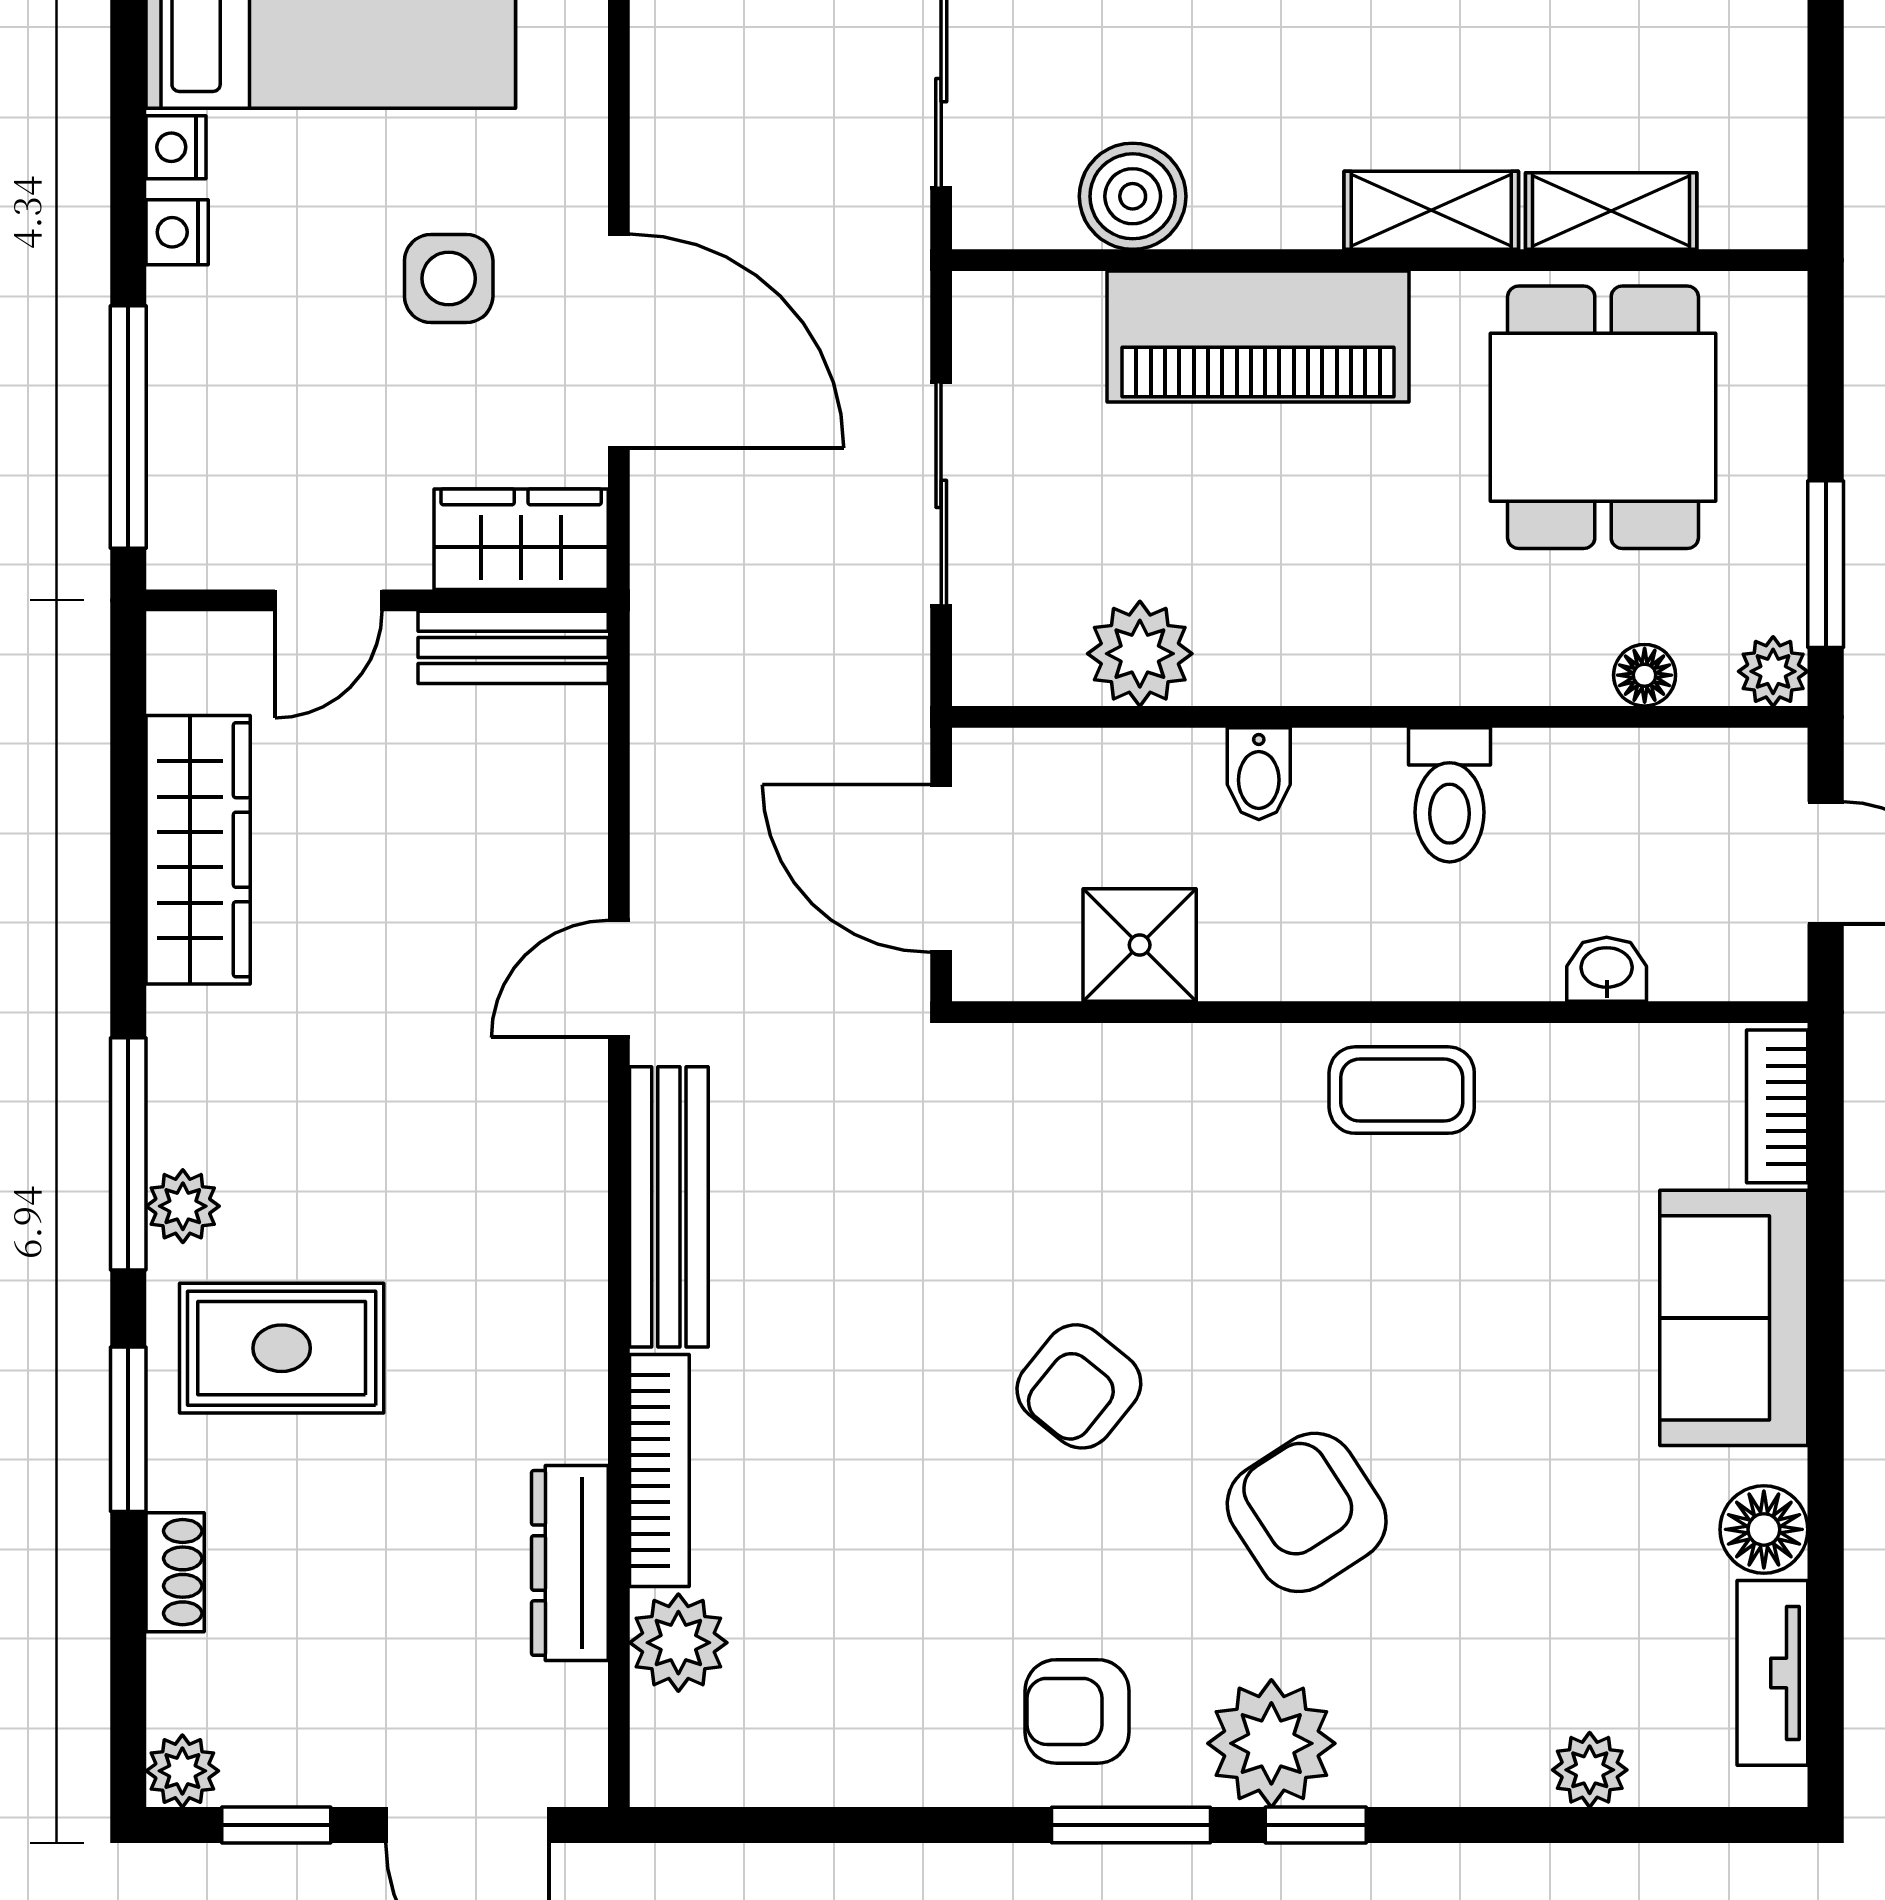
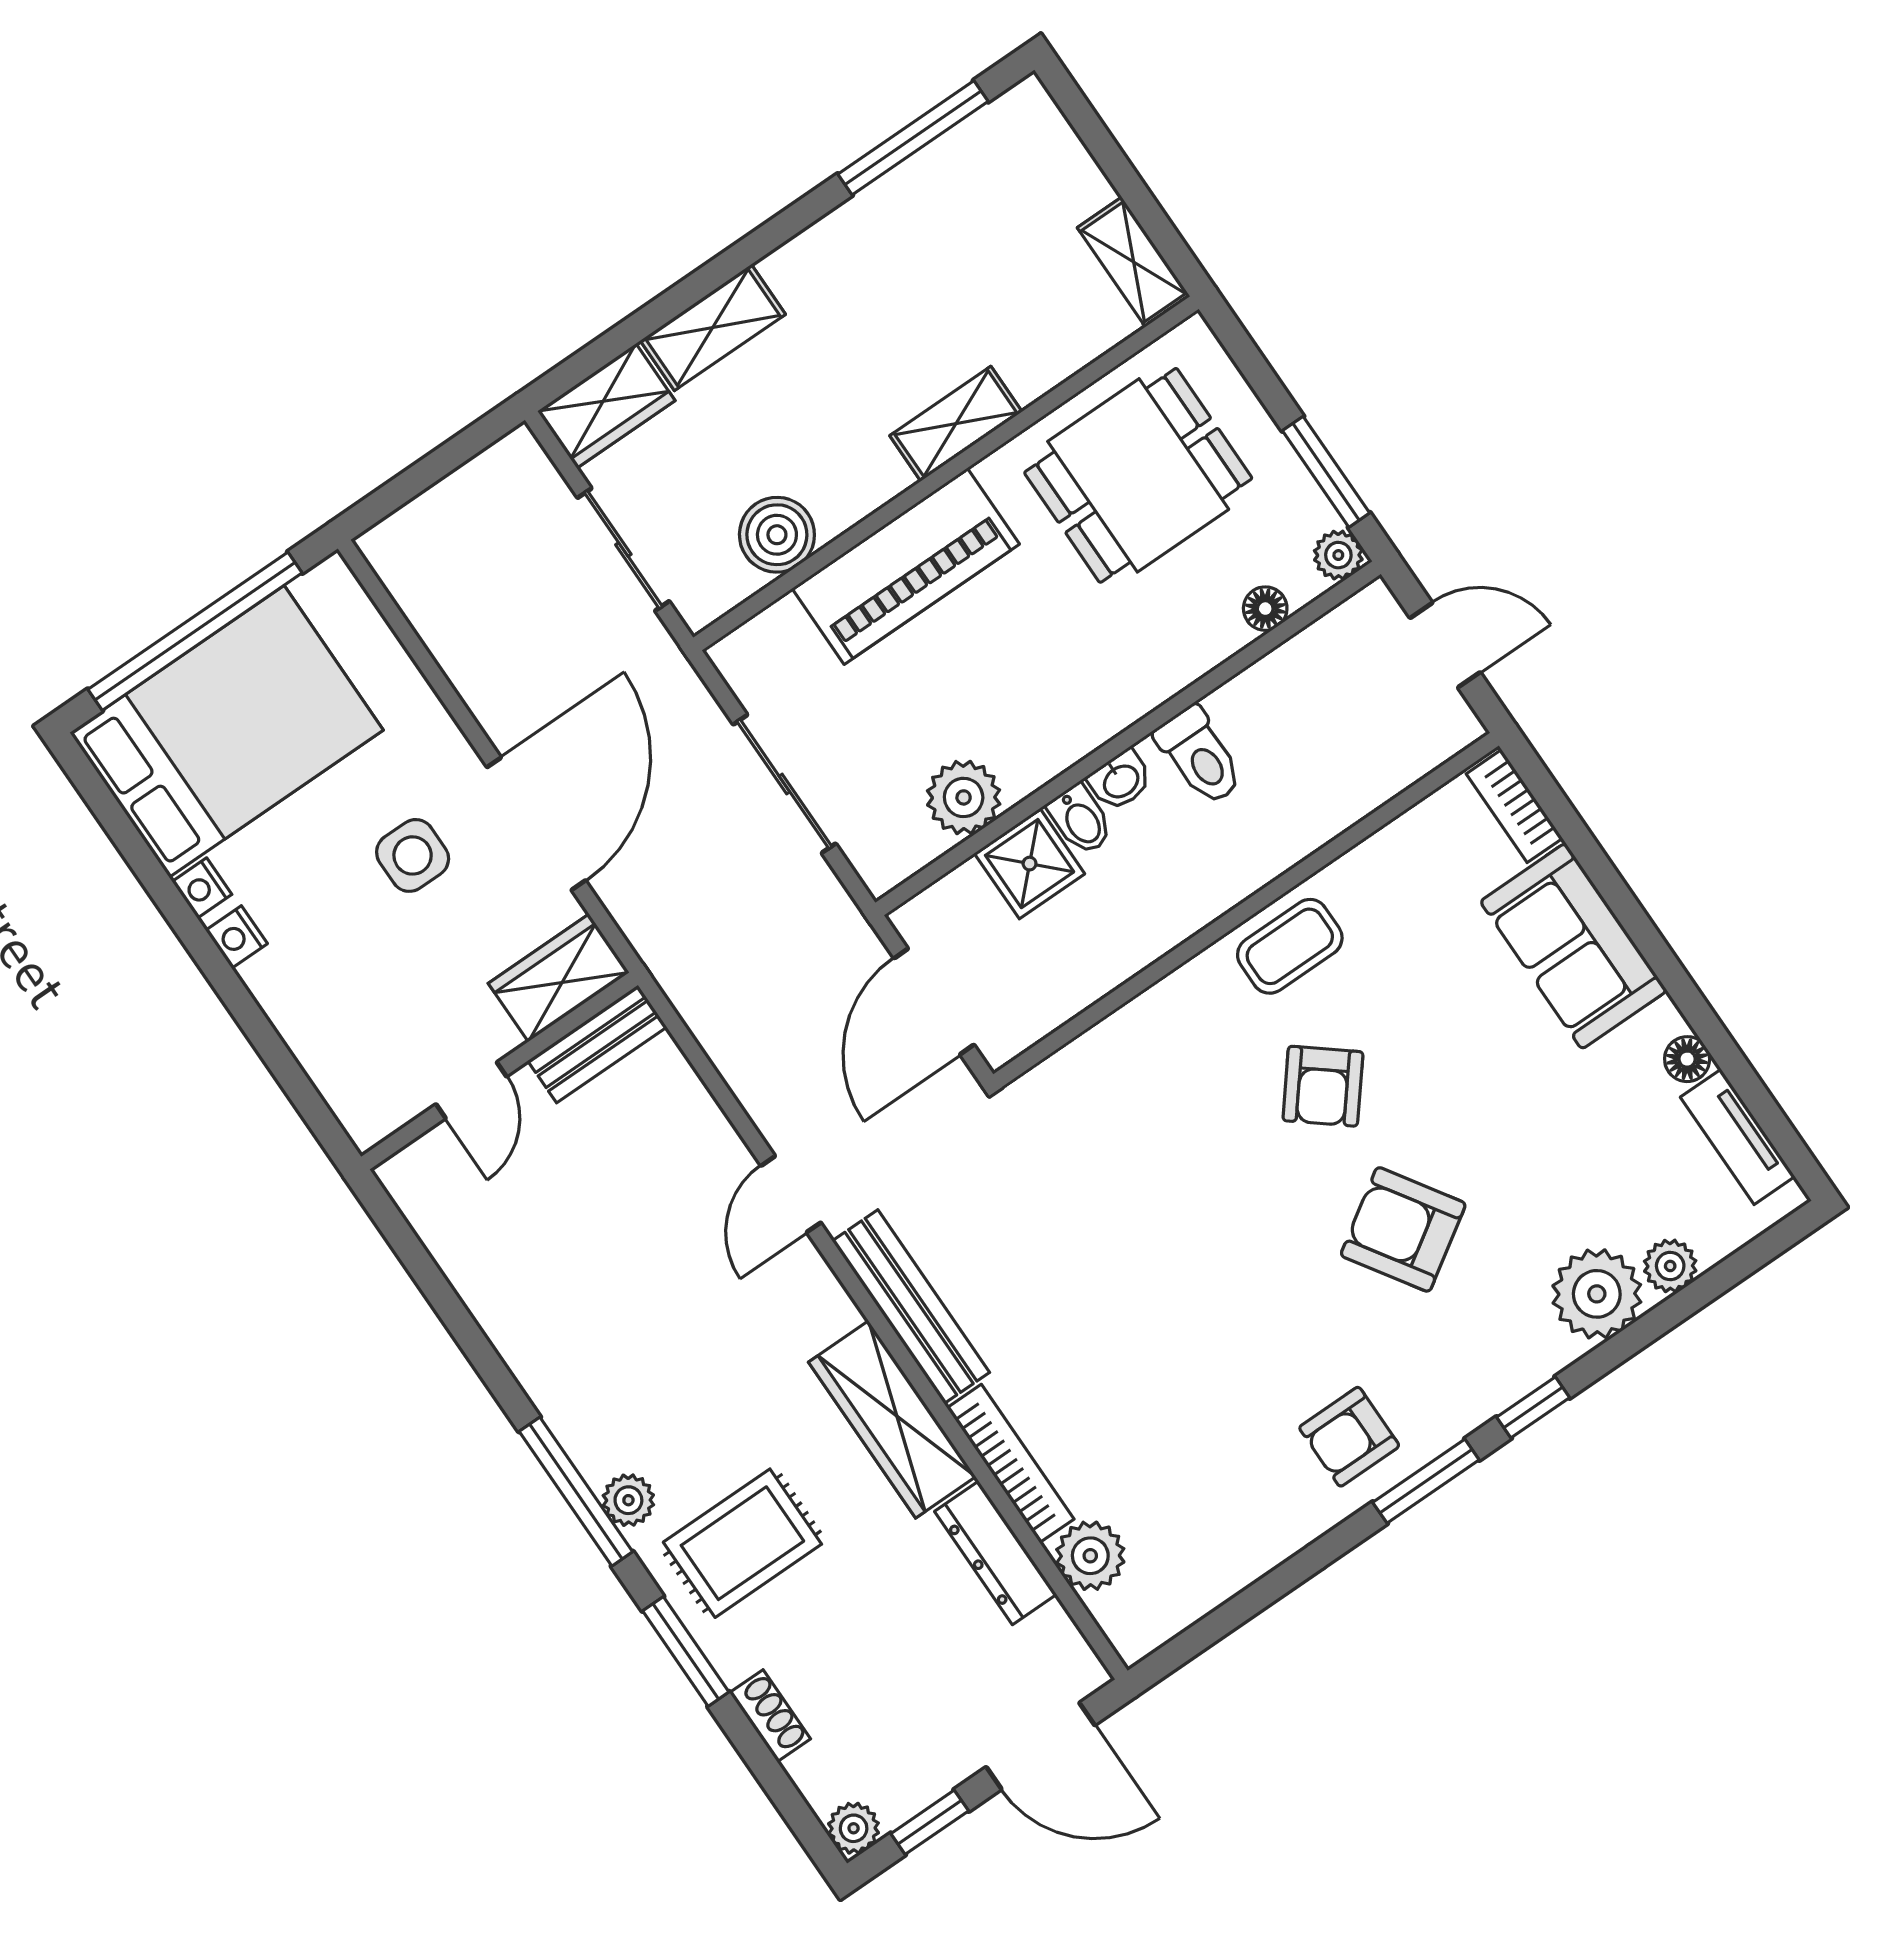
shelving: (1611, 211) -> (1134, 262), moved, turned 90
door: (619, 341) -> (536, 824), hinge flipped
dining table: (1603, 417) -> (1138, 475), turned 90
window: (128, 427) -> (286, 1069), removed
wardrobe: (198, 850) -> (892, 1419), moved, turned 180
door: (941, 869) -> (934, 1002), hinge flipped
shower: (1140, 945) -> (1030, 864), moved
washbasin: (1607, 969) -> (1120, 780), moved, turned 180
armchair: (1079, 1386) -> (1323, 1086), moved
floor lamp: (1764, 1529) -> (1687, 1059), width x0.73, depth x0.73
plant: (1271, 1743) -> (1597, 1294), moved

